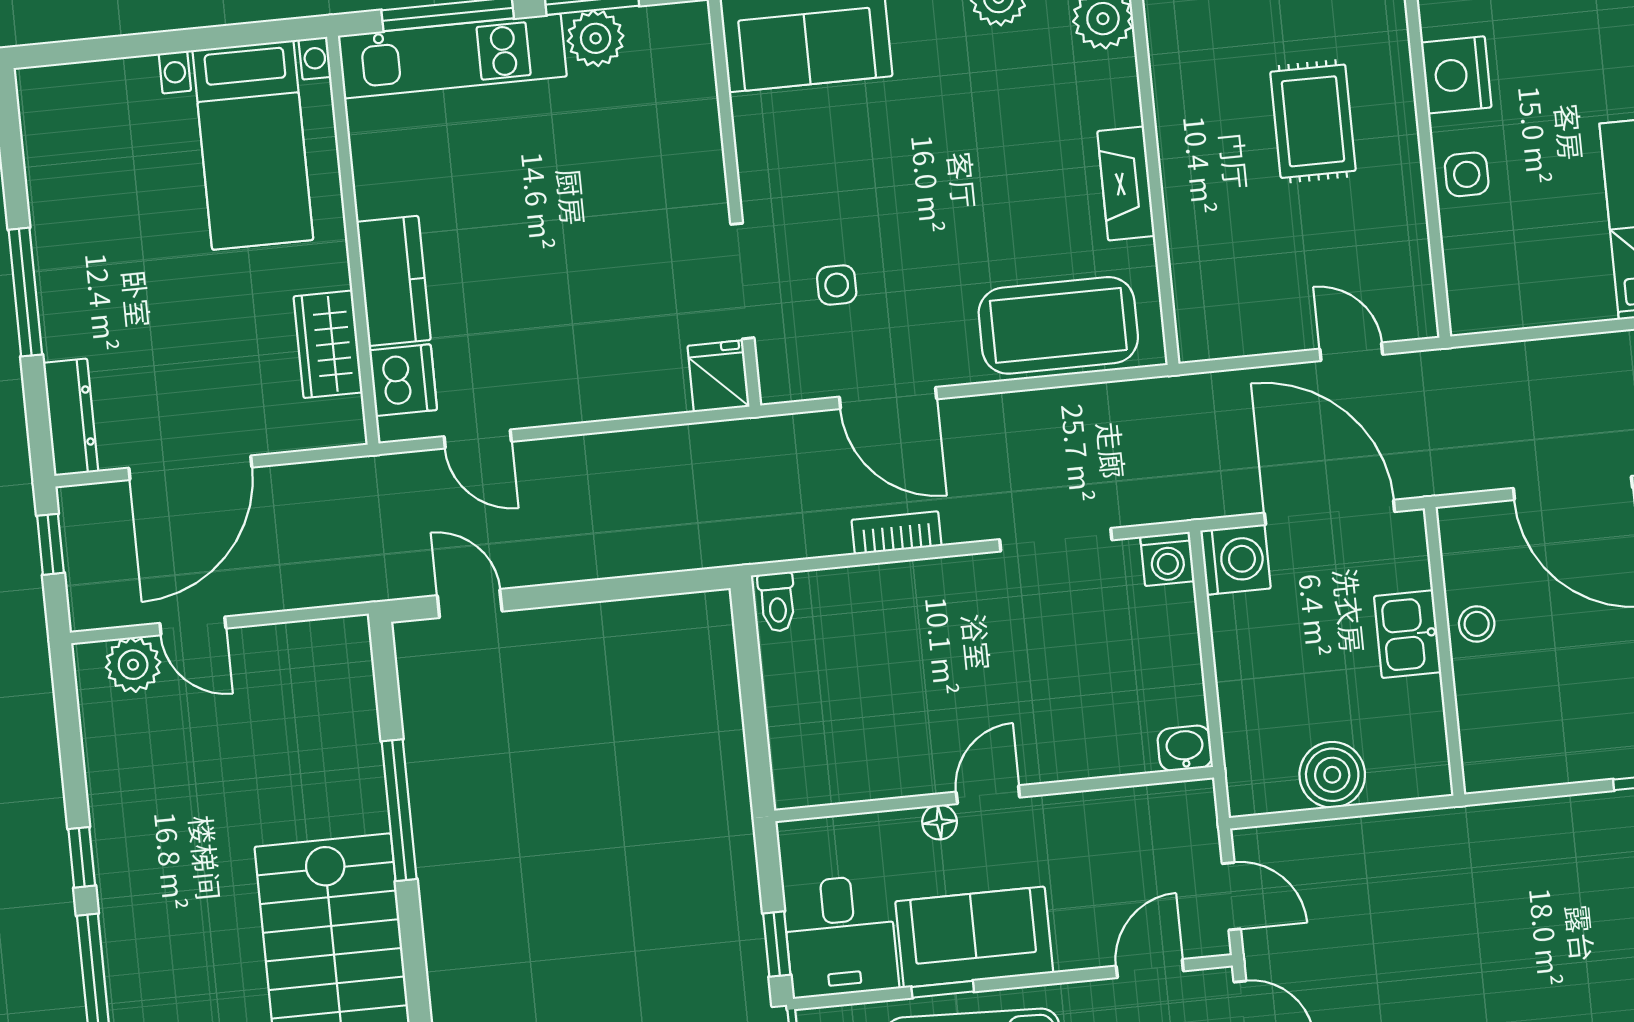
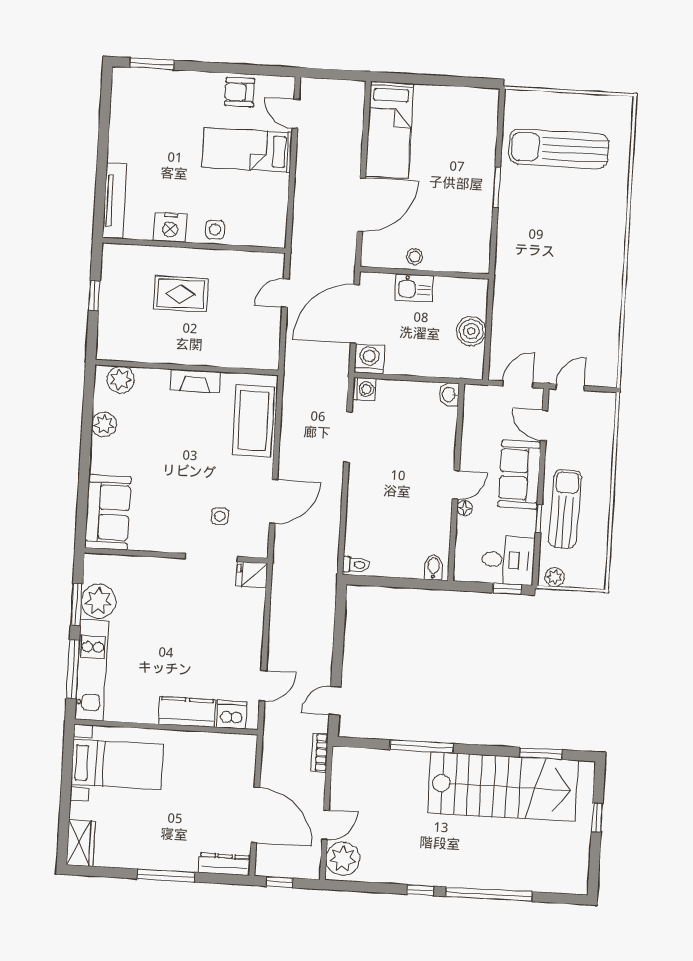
plant: (596, 38) -> (99, 601), width x1.36, depth x1.36
wardrobe: (328, 344) -> (81, 843), moved, turned -90
bookcase: (897, 533) -> (319, 752), moved
plant: (133, 665) -> (343, 859), width x1.36, depth x1.36
bidet: (798, 774) -> (434, 567), added
door: (988, 795) -> (456, 485), swing flipped
sofa: (974, 937) -> (520, 475), moved

